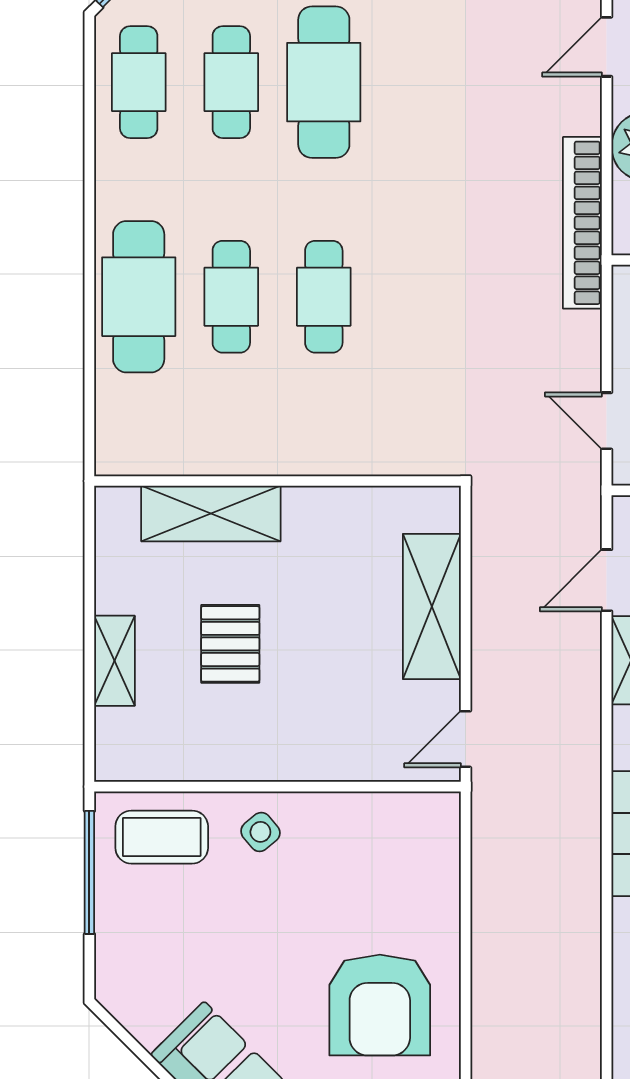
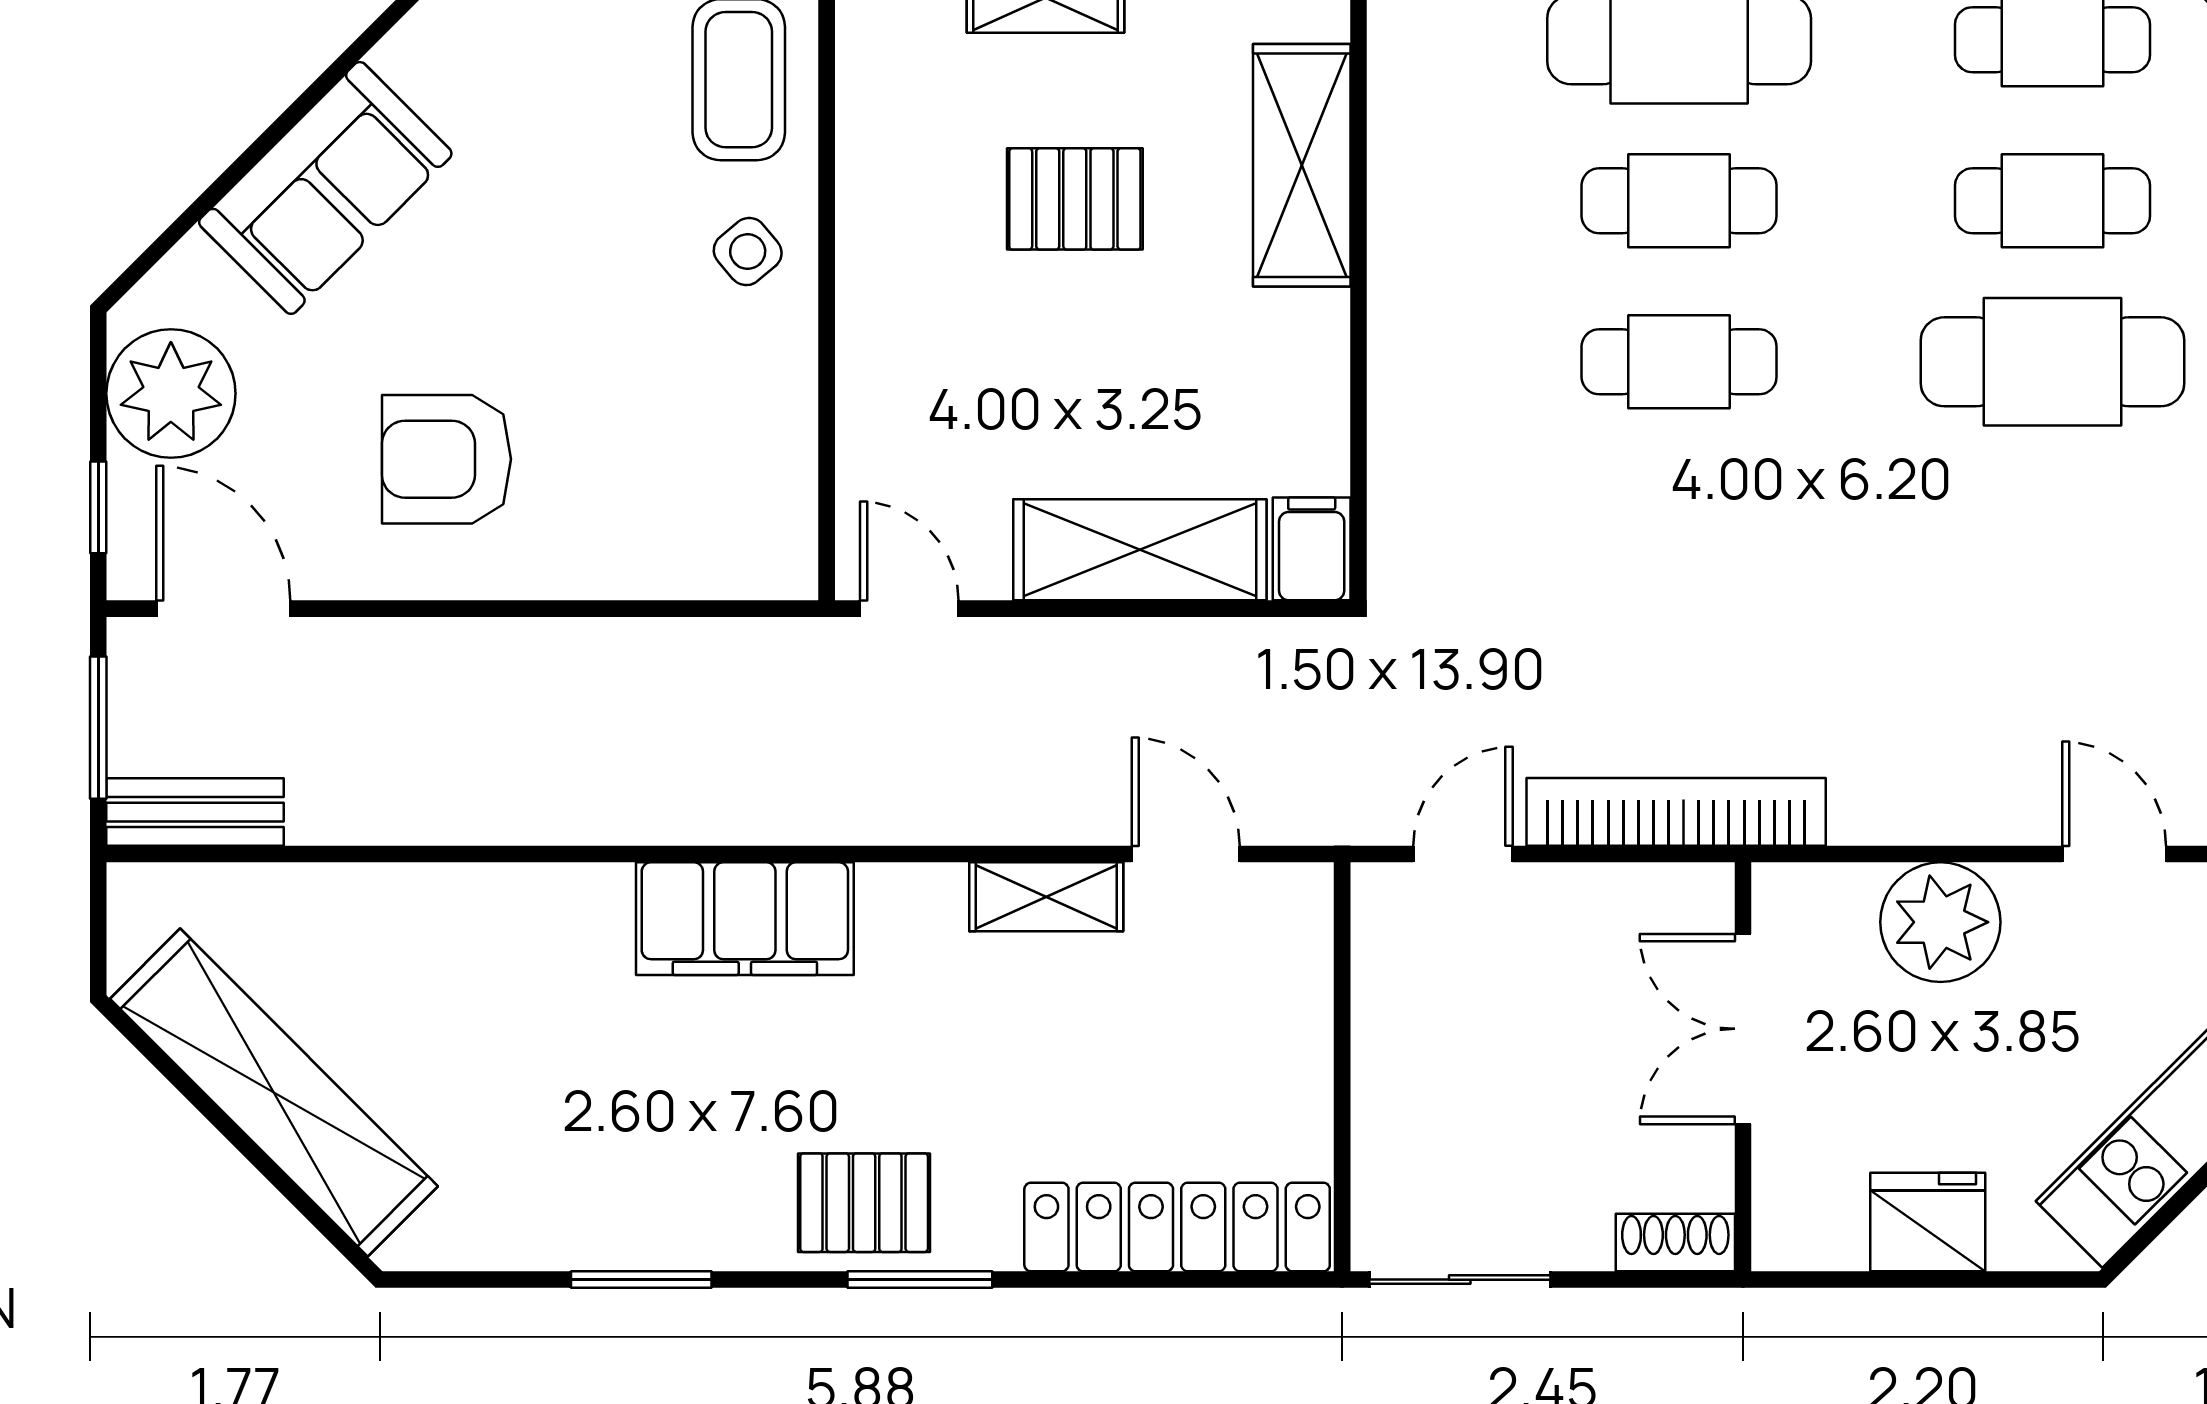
bookcase: (582, 223) -> (1676, 812), moved
filing cabinet: (431, 508) -> (1312, 549), added
armchair: (380, 1005) -> (446, 459), width x0.73, depth x0.73

